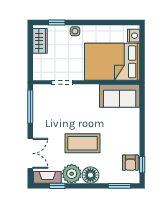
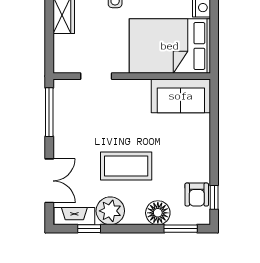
floor lamp: (90, 175) -> (158, 213), moved

